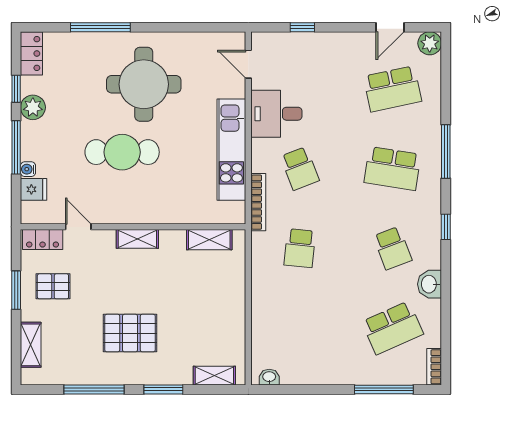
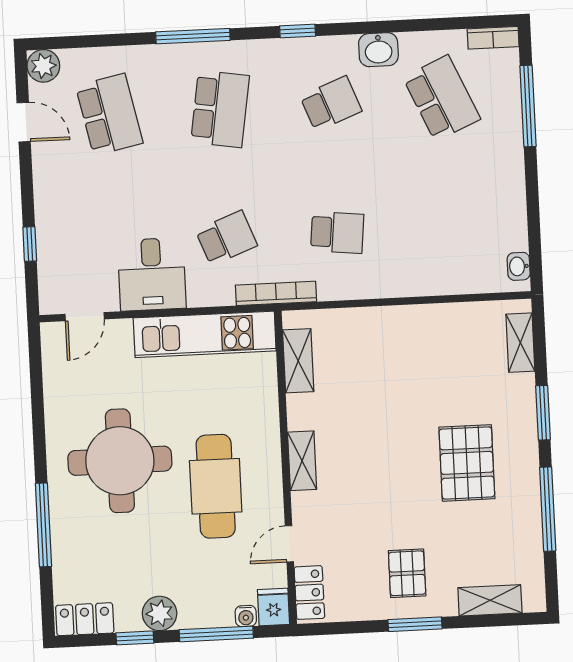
door: (78, 227) -> (289, 544), moved
wall: (133, 227) -> (286, 468), moved
locker: (43, 239) -> (309, 593), moved
shelving: (137, 239) -> (302, 461), moved
shelving: (209, 240) -> (298, 361), moved

